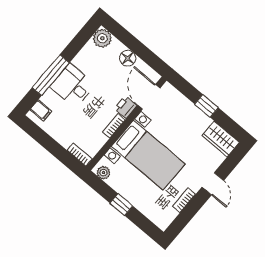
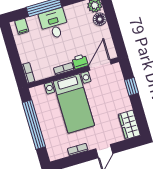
floor lamp: (128, 58) -> (100, 19), moved
window: (206, 106) -> (131, 87), moved
plant: (103, 173) -> (36, 95), removed
window: (121, 205) -> (34, 125), width x3.17

